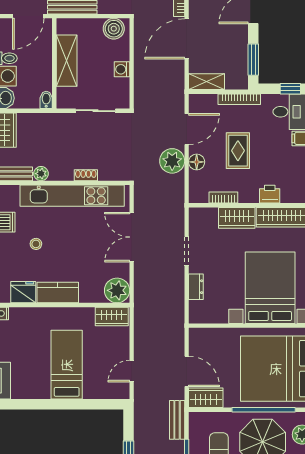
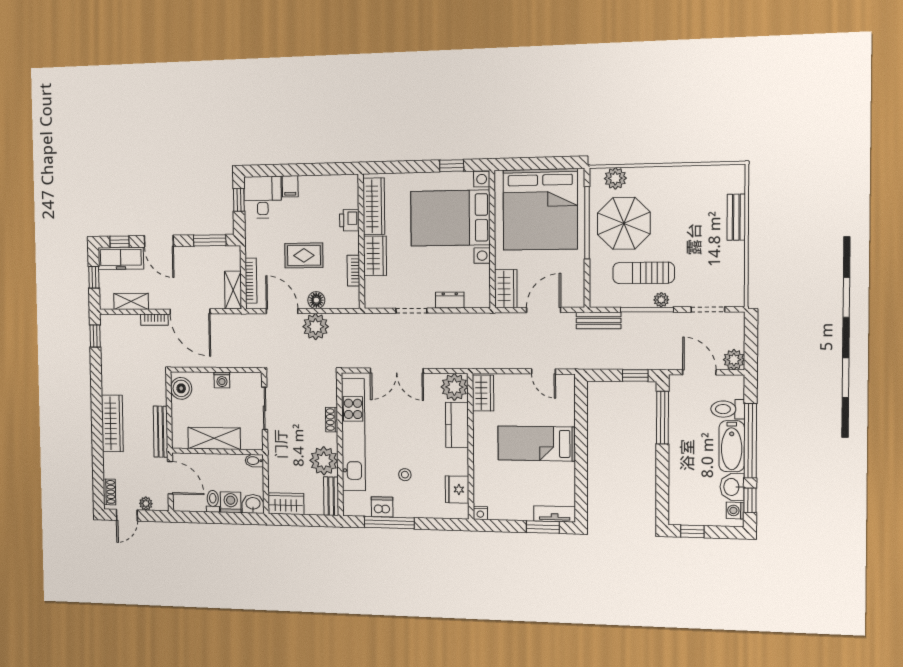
bookcase: (239, 99) -> (251, 281), moved
plant: (41, 174) -> (324, 461), width x1.88, depth x1.88
kitchen counter: (58, 293) -> (457, 425), moved
wardrobe: (206, 398) -> (506, 289), moved, turned 180

